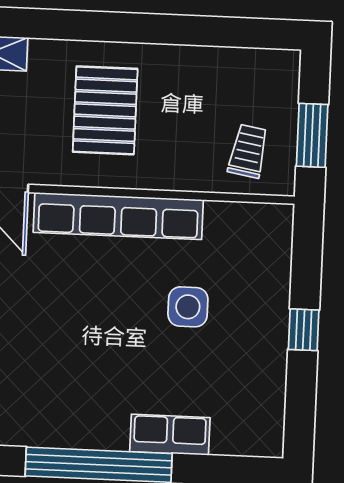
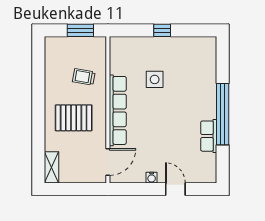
trolley: (248, 151) -> (84, 77), moved
row of seats: (170, 435) -> (209, 136), moved

